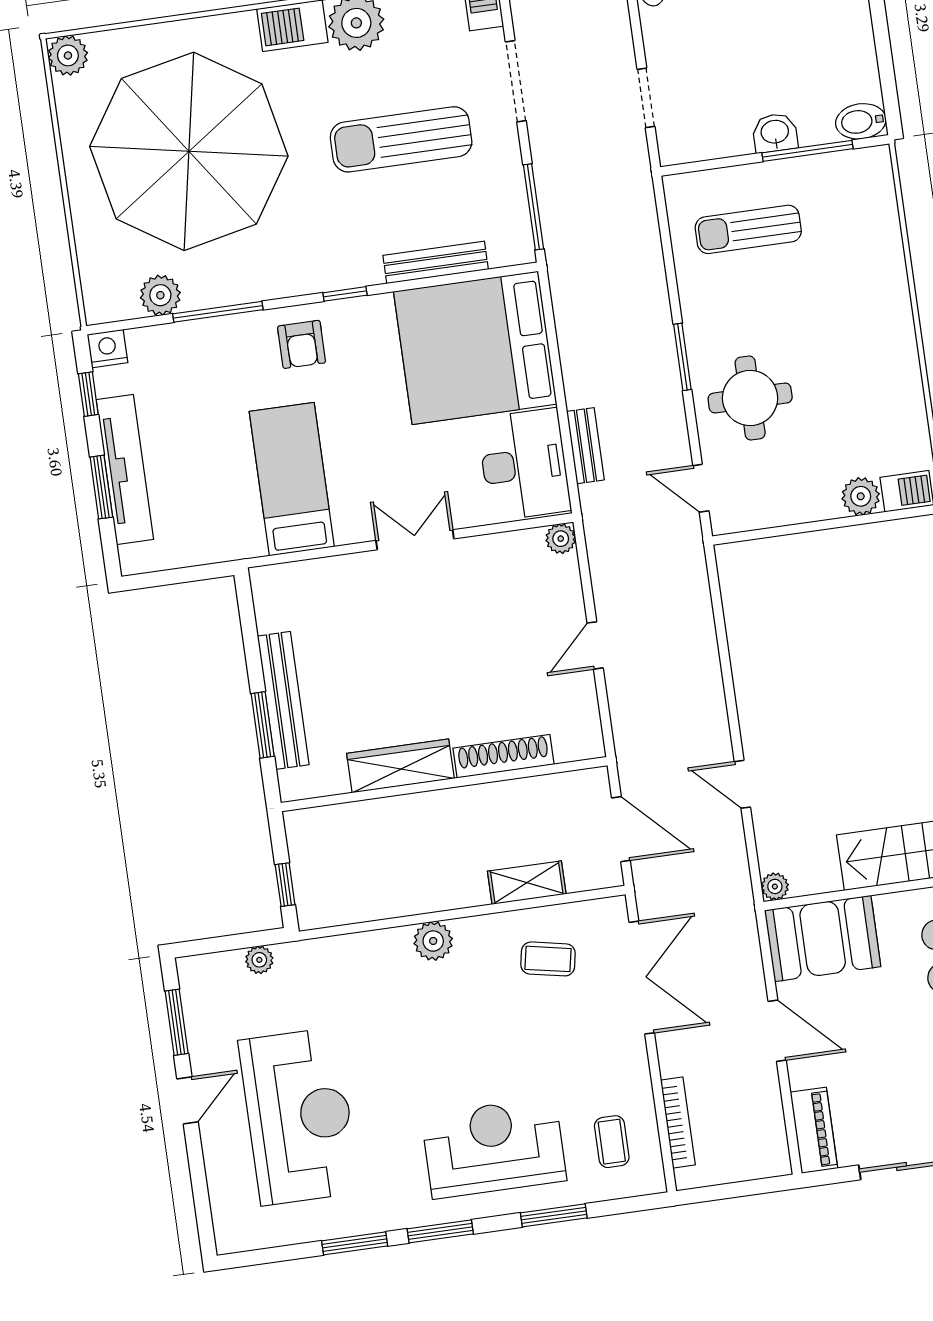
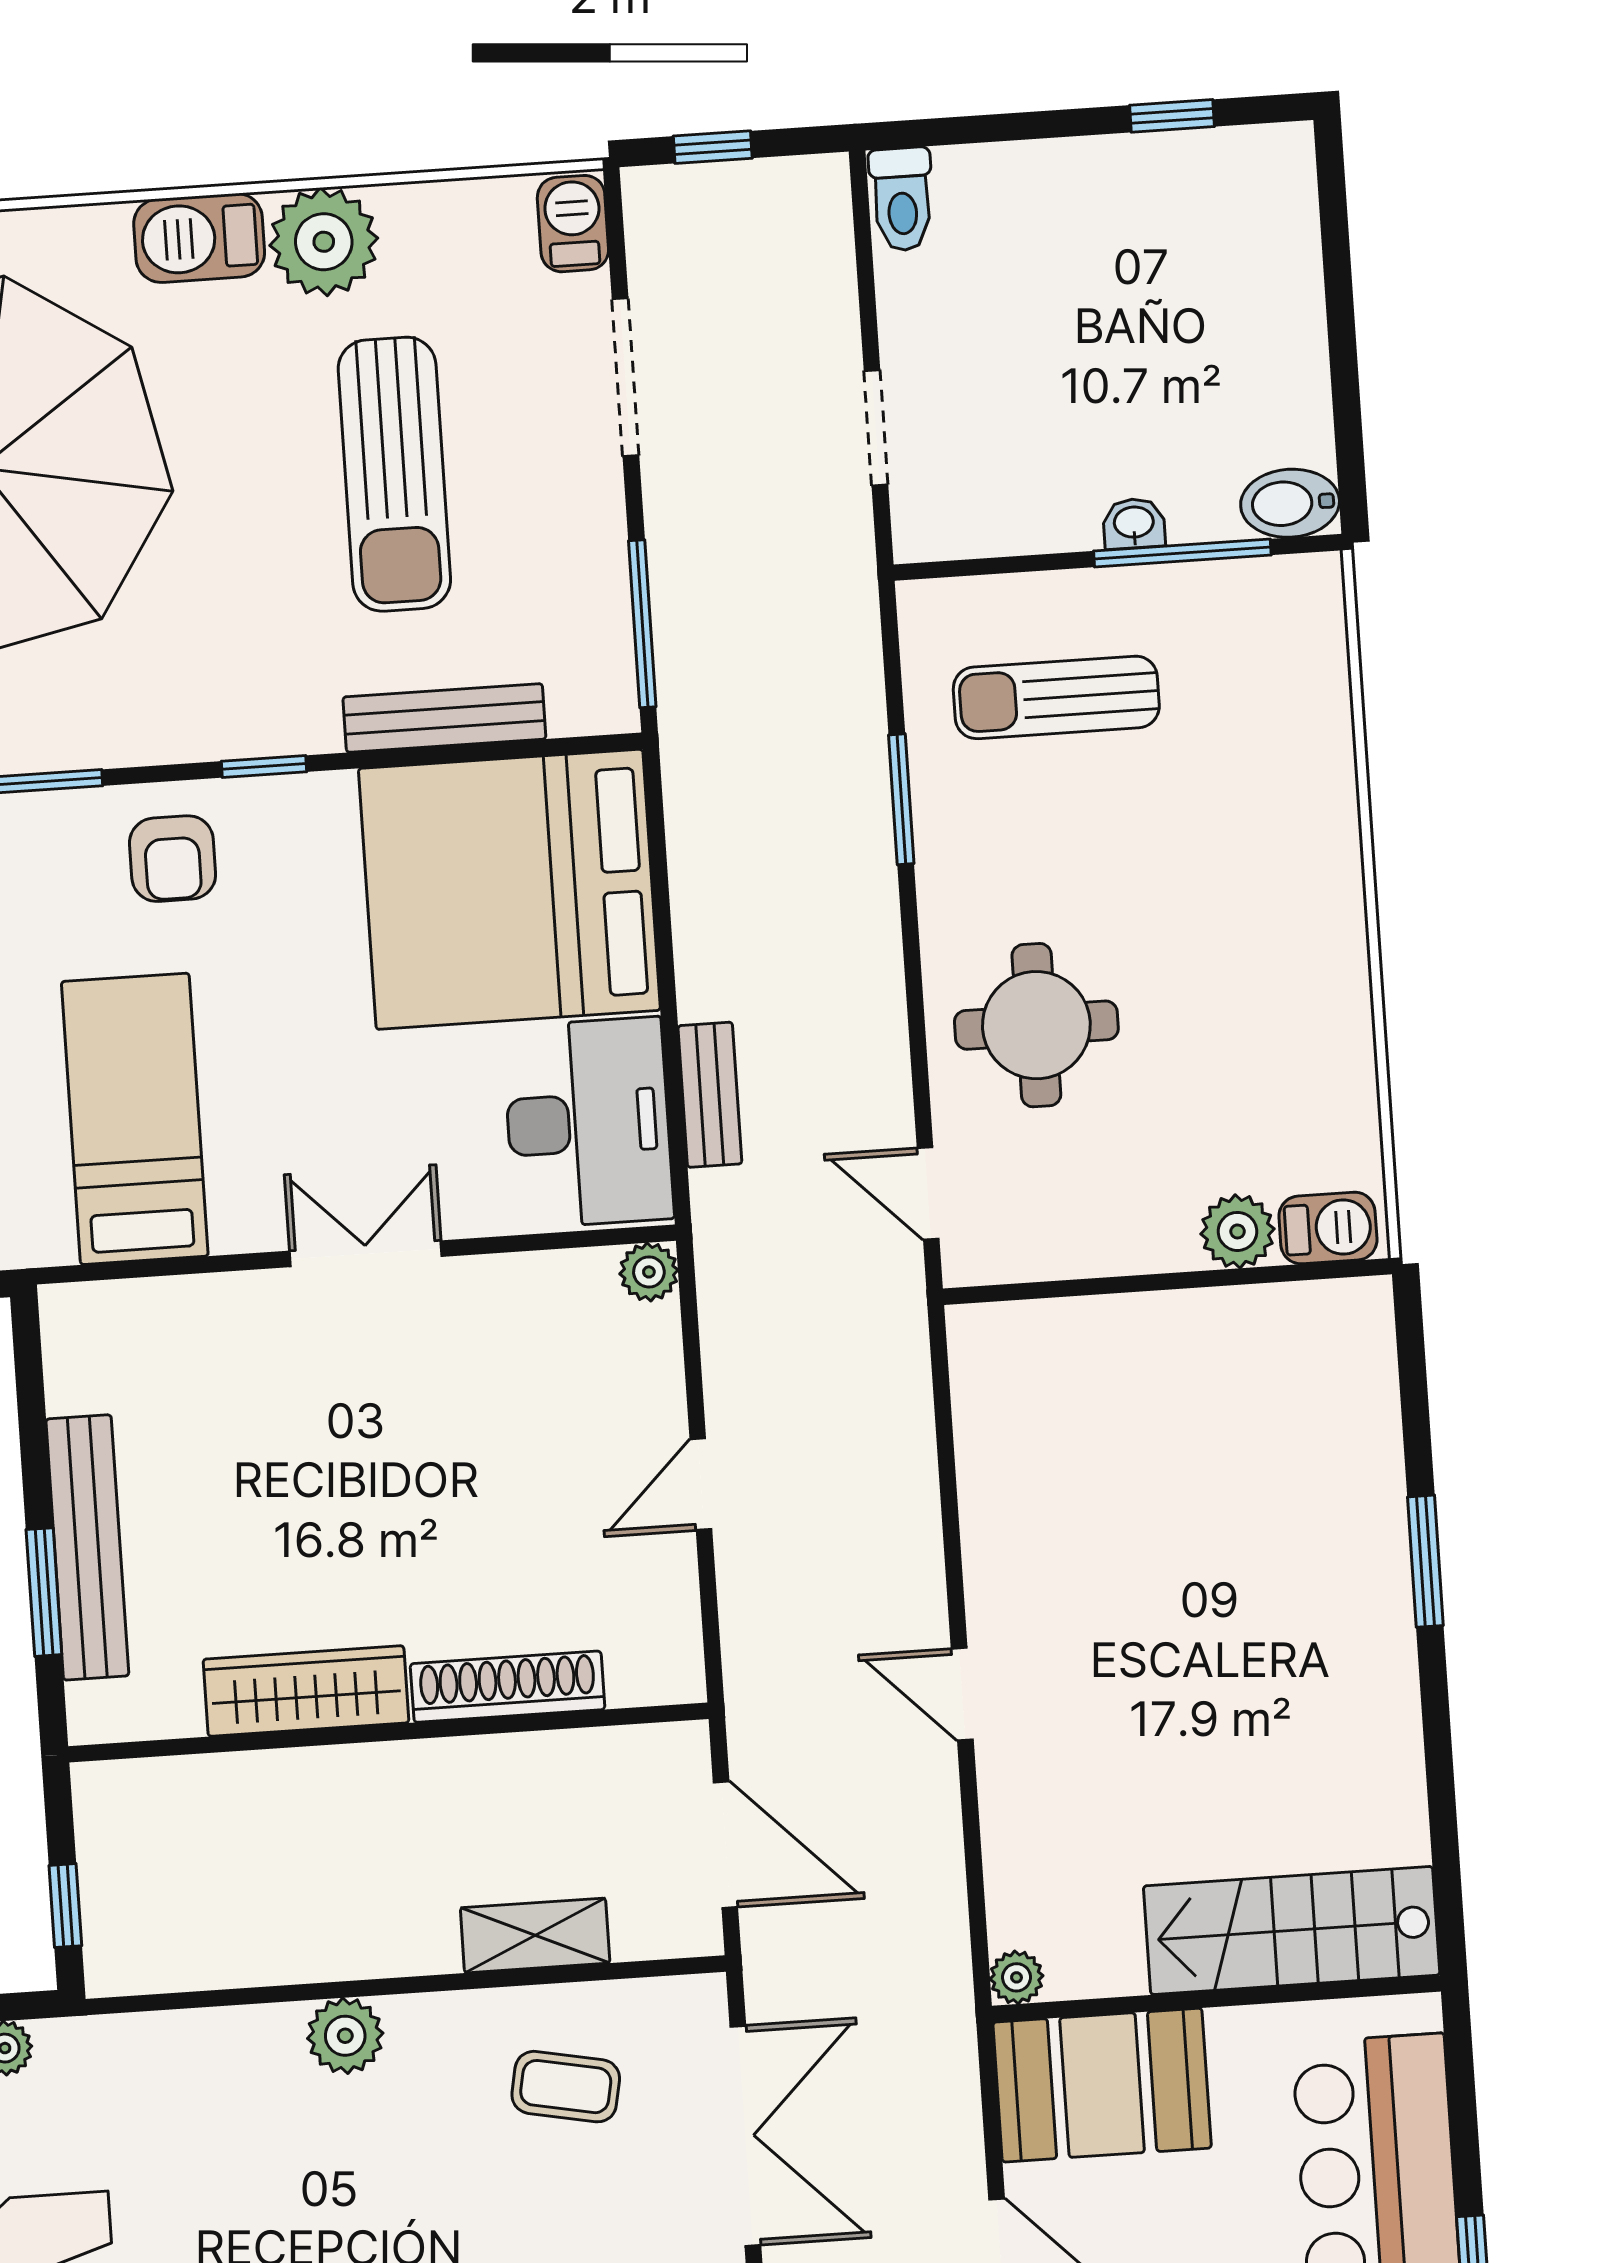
washbasin: (775, 133) -> (1134, 524), width x0.72, depth x0.69
sun lounger: (401, 139) -> (394, 474), turned -90
window: (682, 357) -> (901, 799), moved
door: (742, 784) -> (962, 1694), moved

